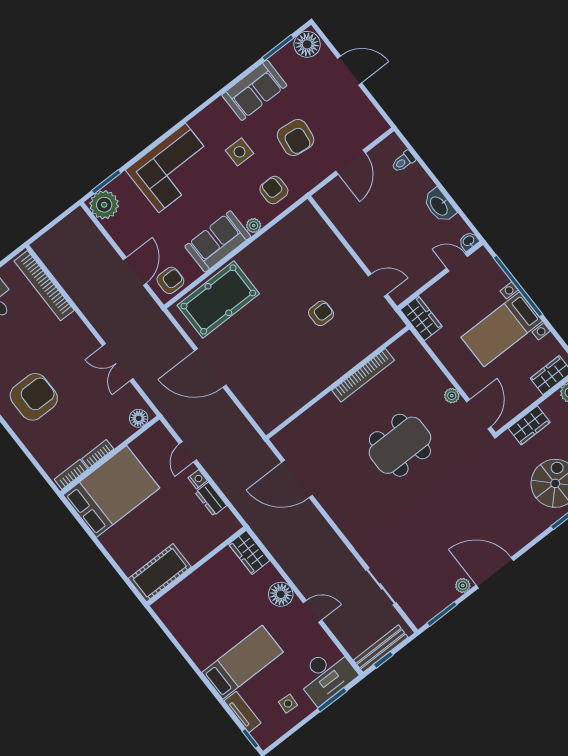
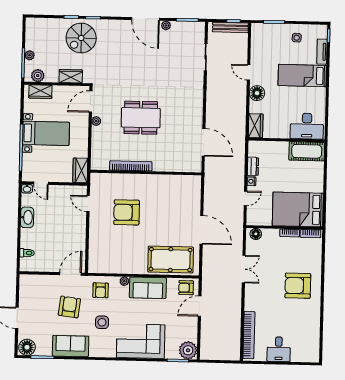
door: (351, 162) -> (70, 274), moved
armchair: (321, 313) -> (127, 212), width x1.88, depth x1.88
desk: (326, 675) -> (307, 126), moved, turned 180

